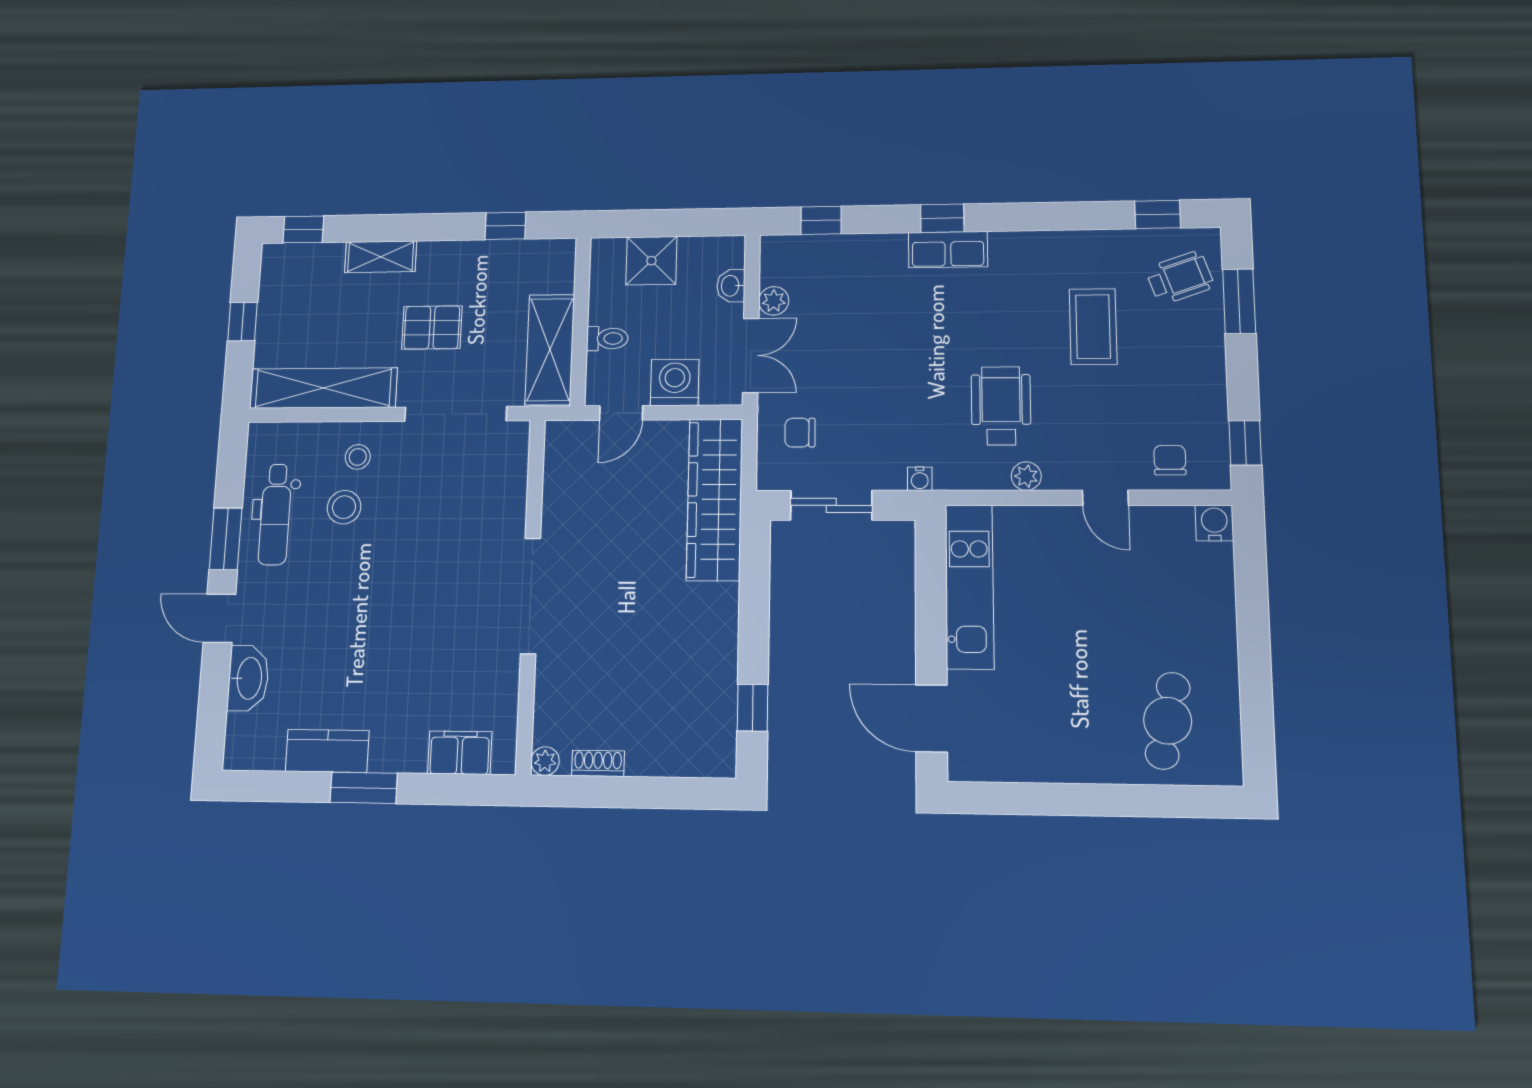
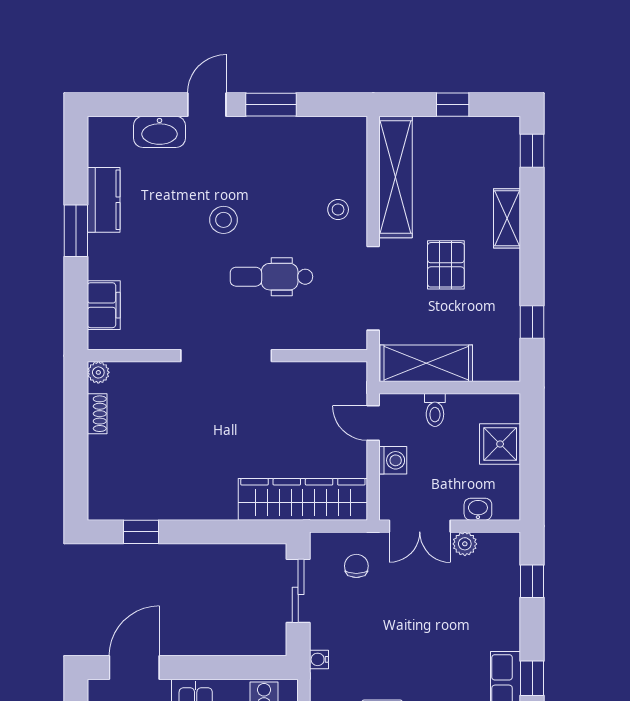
washing machine: (675, 382) -> (393, 460), width x0.73, depth x0.73
stool: (344, 507) -> (224, 220), moved
dental chair: (275, 514) -> (271, 277), moved

